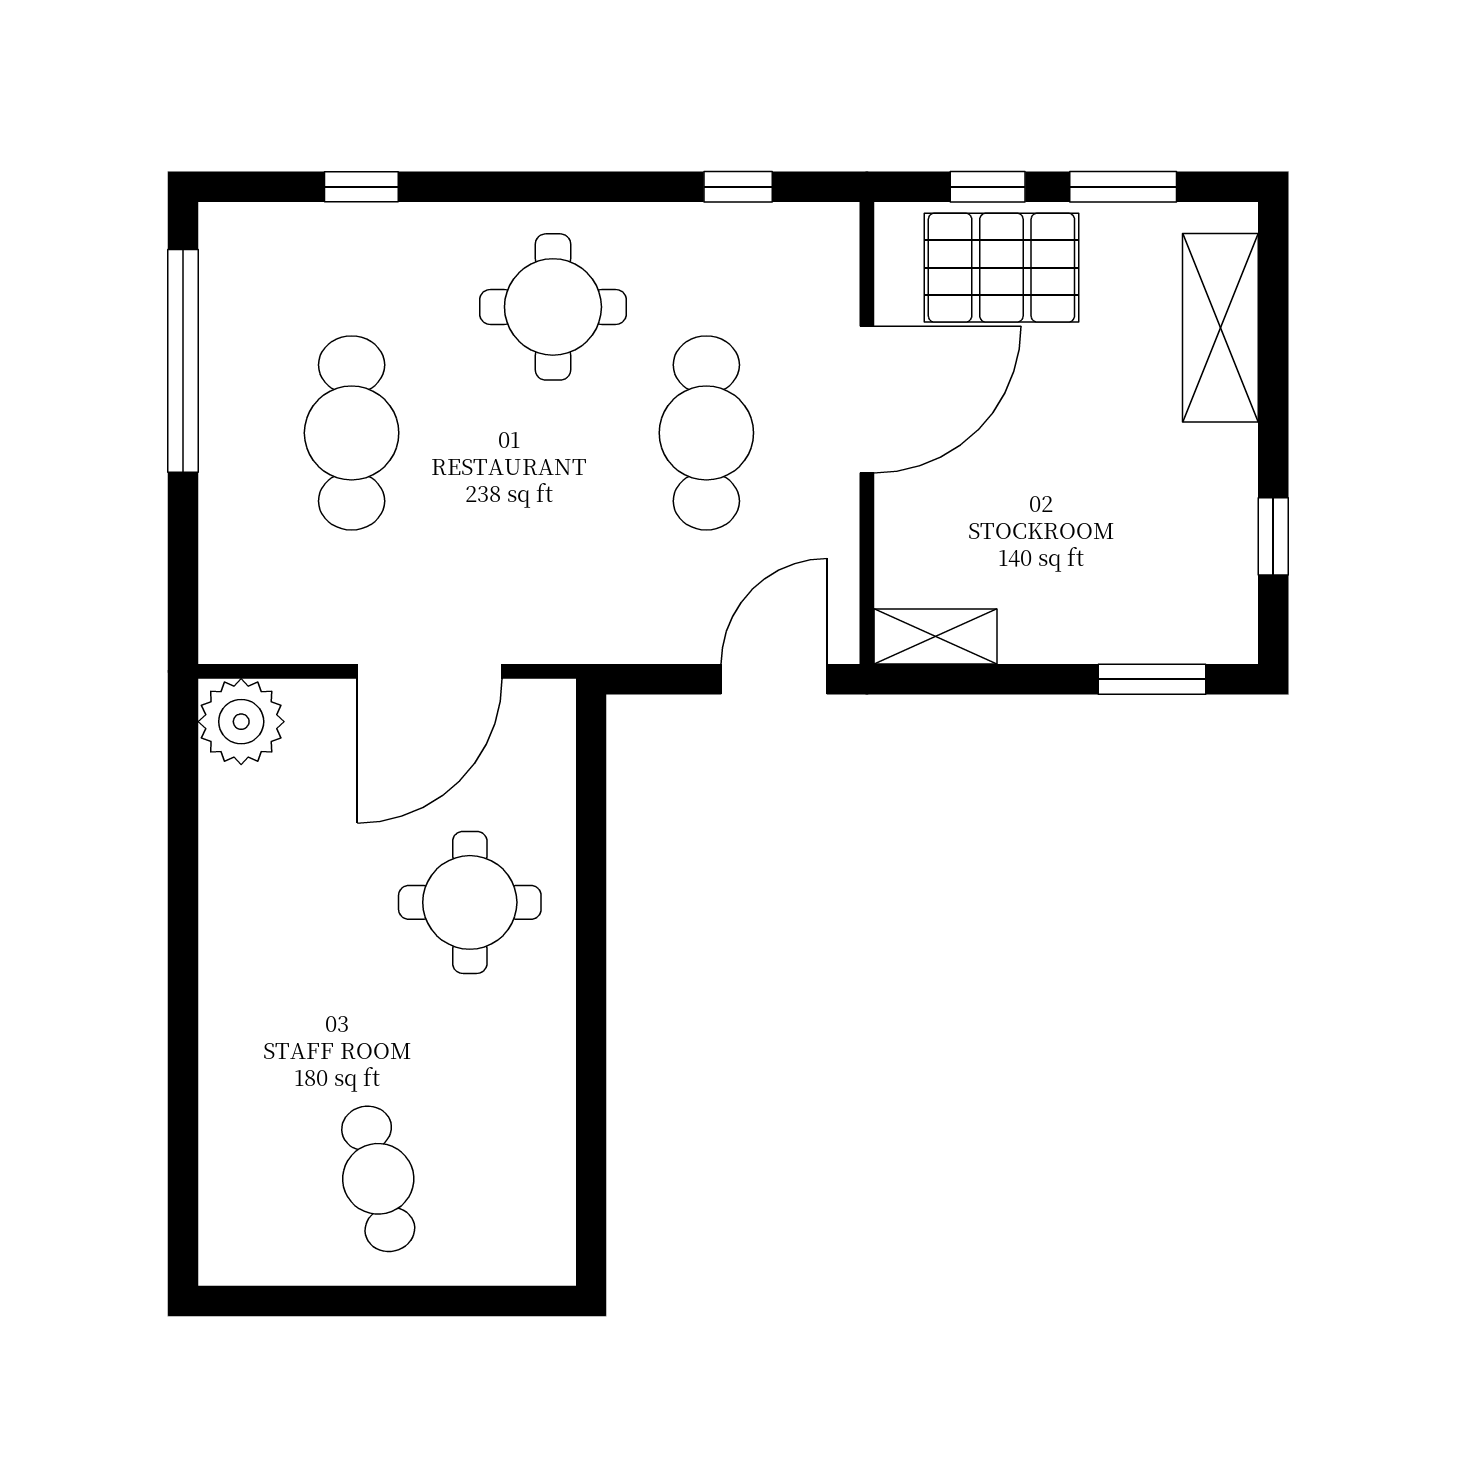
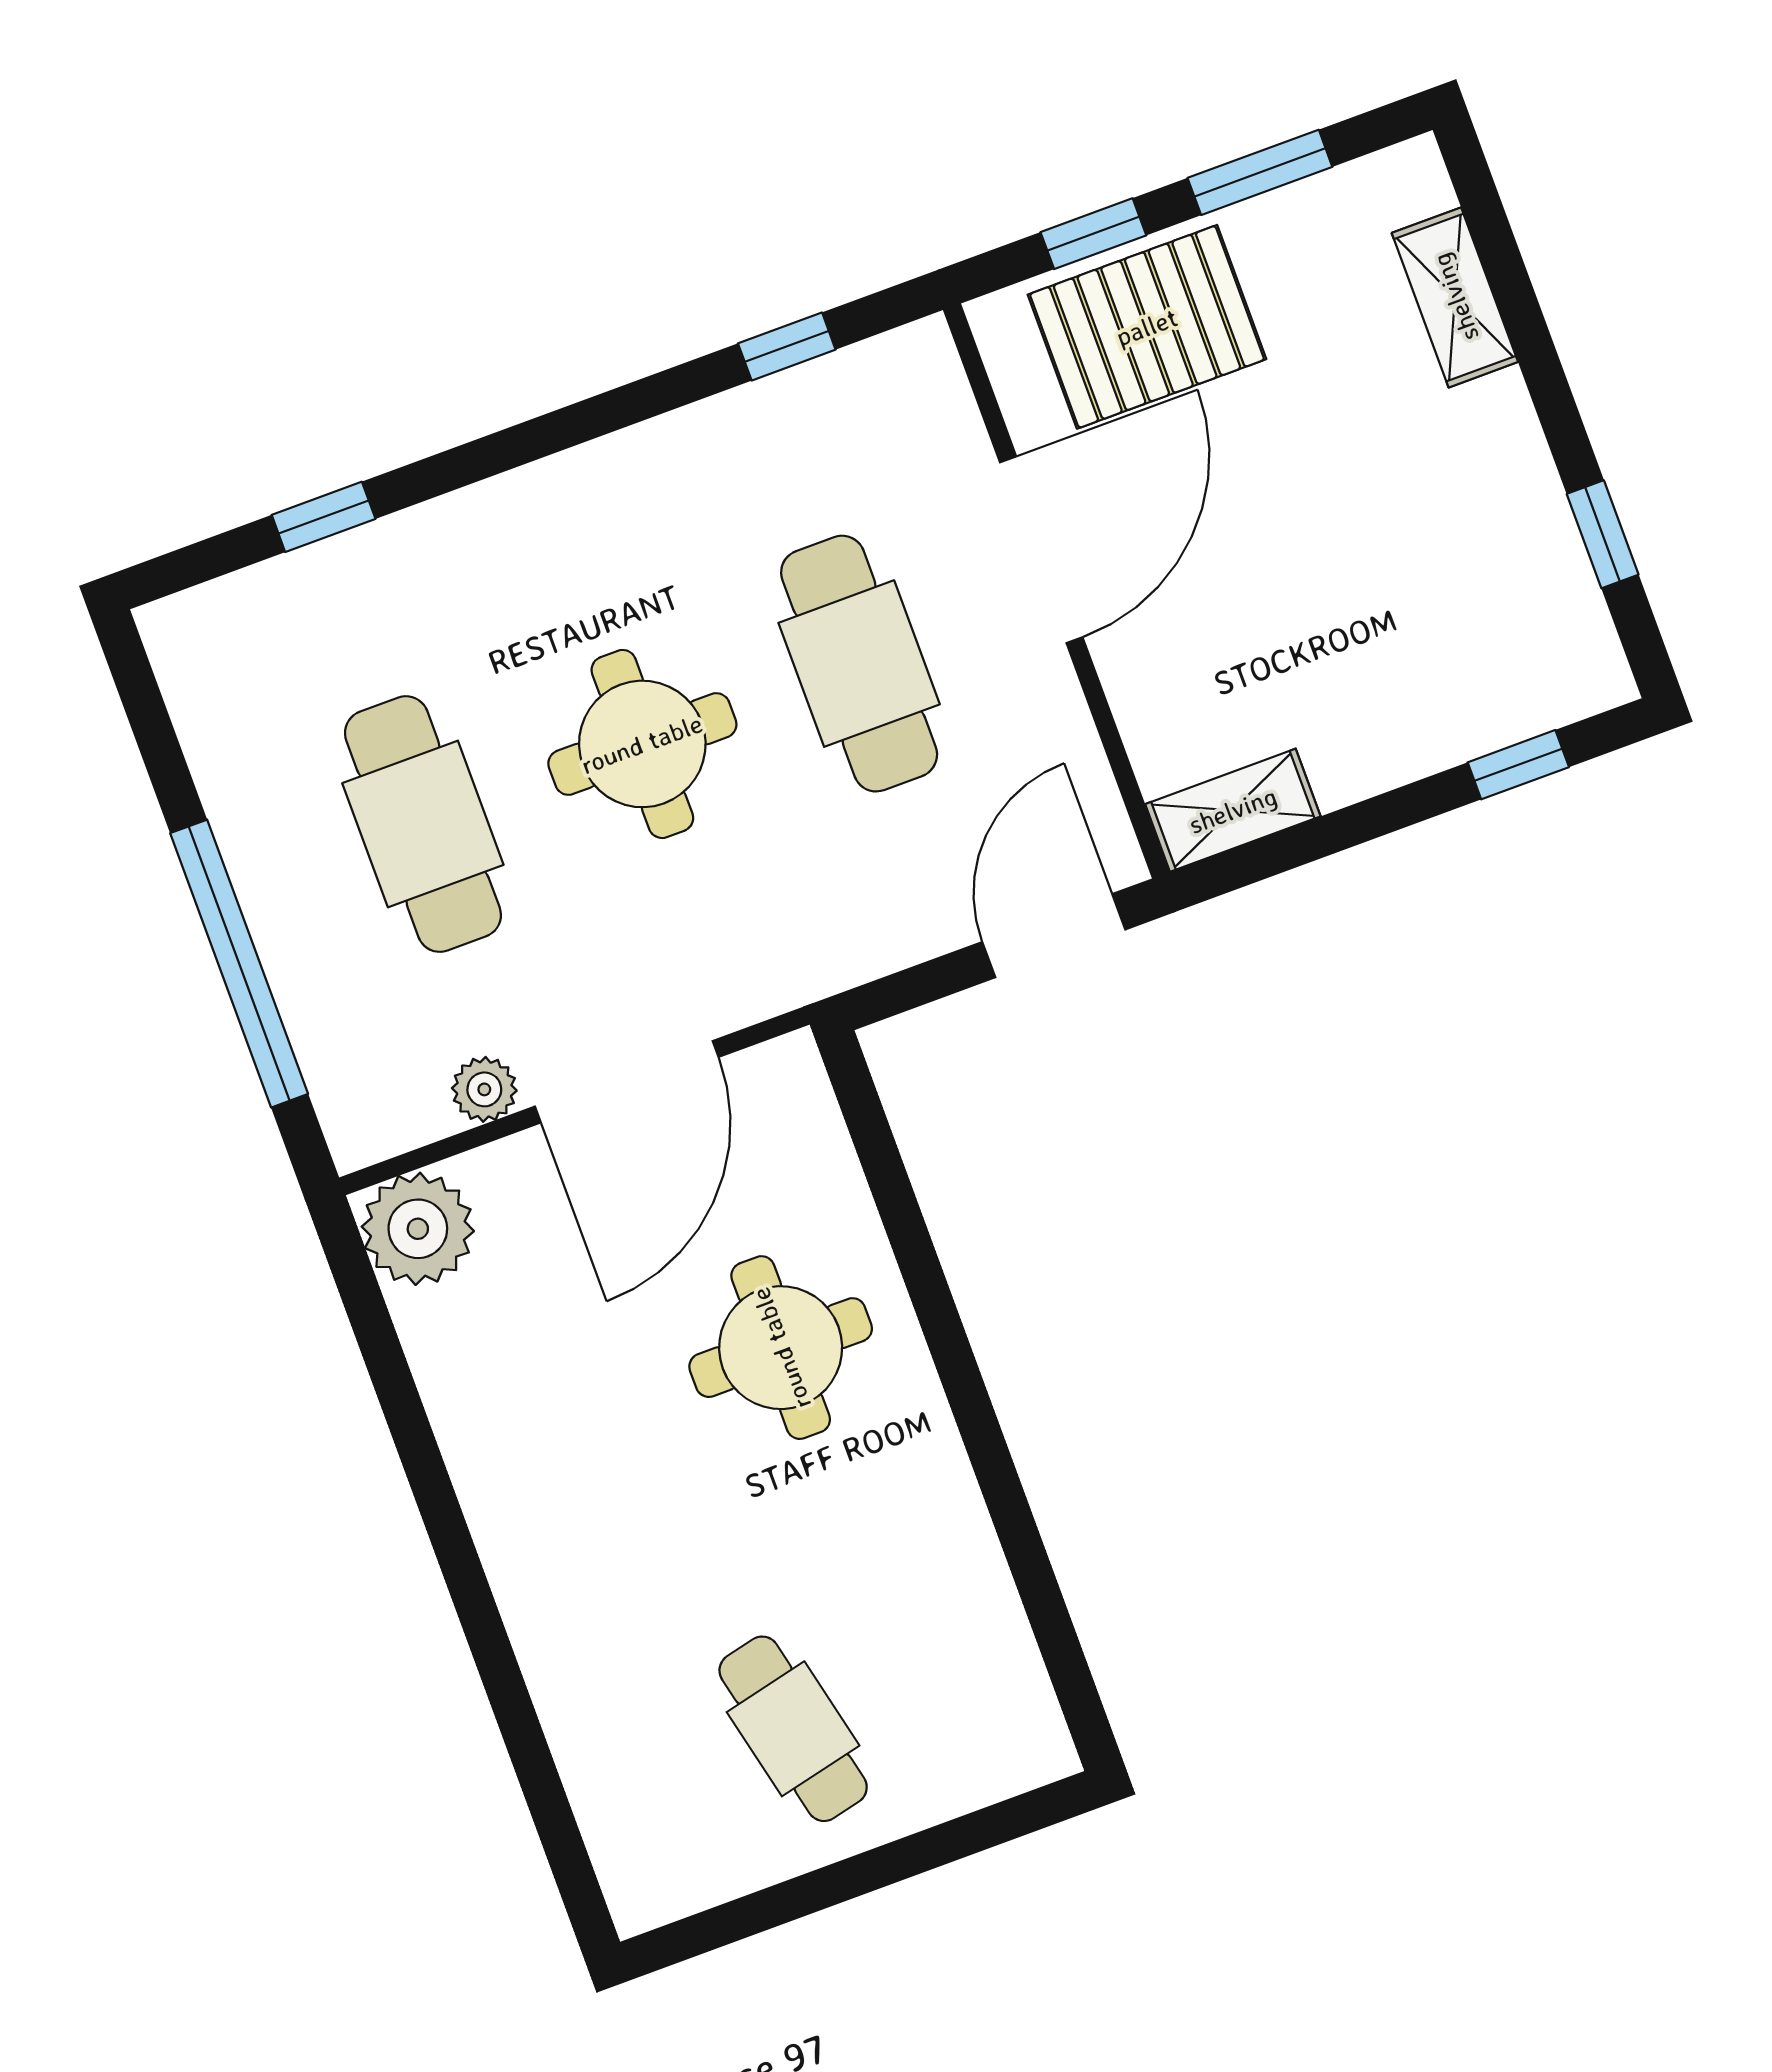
round table: (553, 307) -> (642, 744), moved
shelving: (1220, 328) -> (1455, 297), width x0.67, depth x0.75
window: (183, 361) -> (239, 964), moved
plant: (326, 639) -> (484, 1089), added
window: (1152, 679) -> (1518, 765), width x0.67

